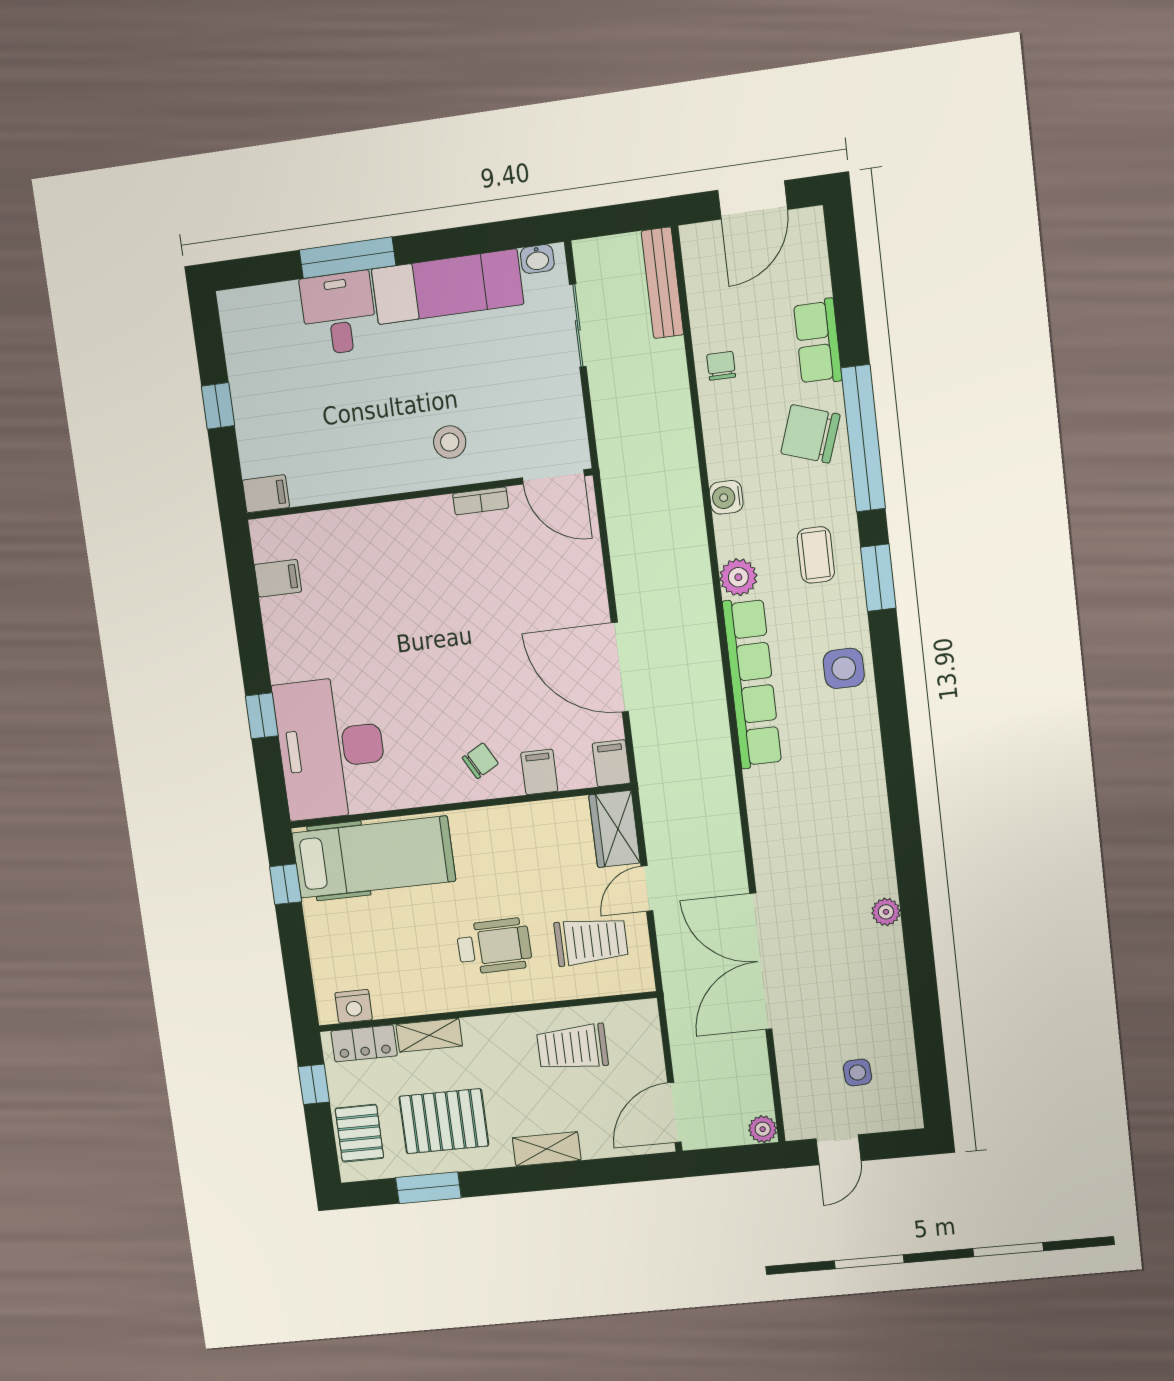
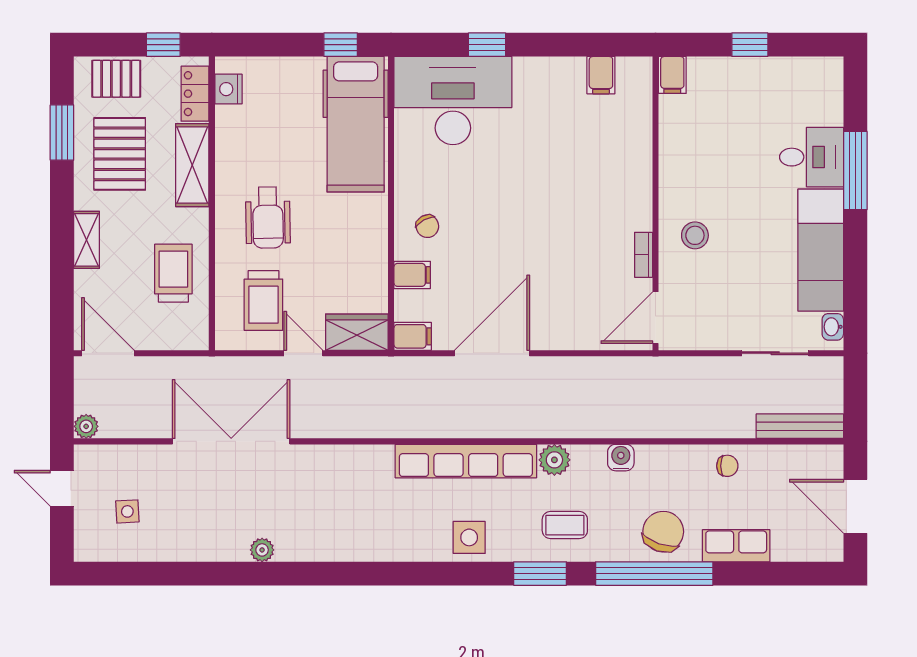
shelving: (429, 1035) -> (192, 165), width x1.50, depth x1.33

